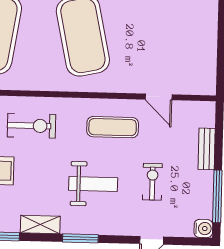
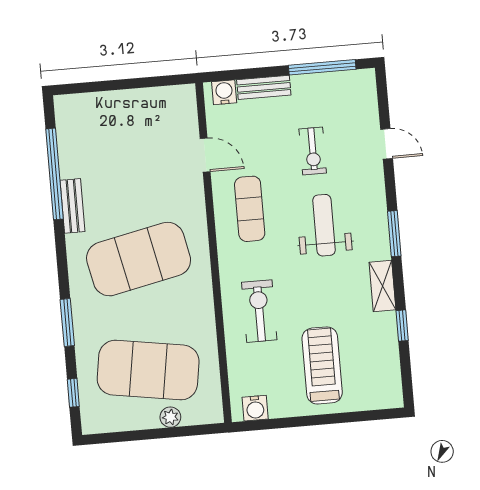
door: (159, 97) -> (205, 155), hinge flipped
exercise bike: (152, 182) -> (313, 151), turned -90
water cooler: (203, 228) -> (224, 92), moved

